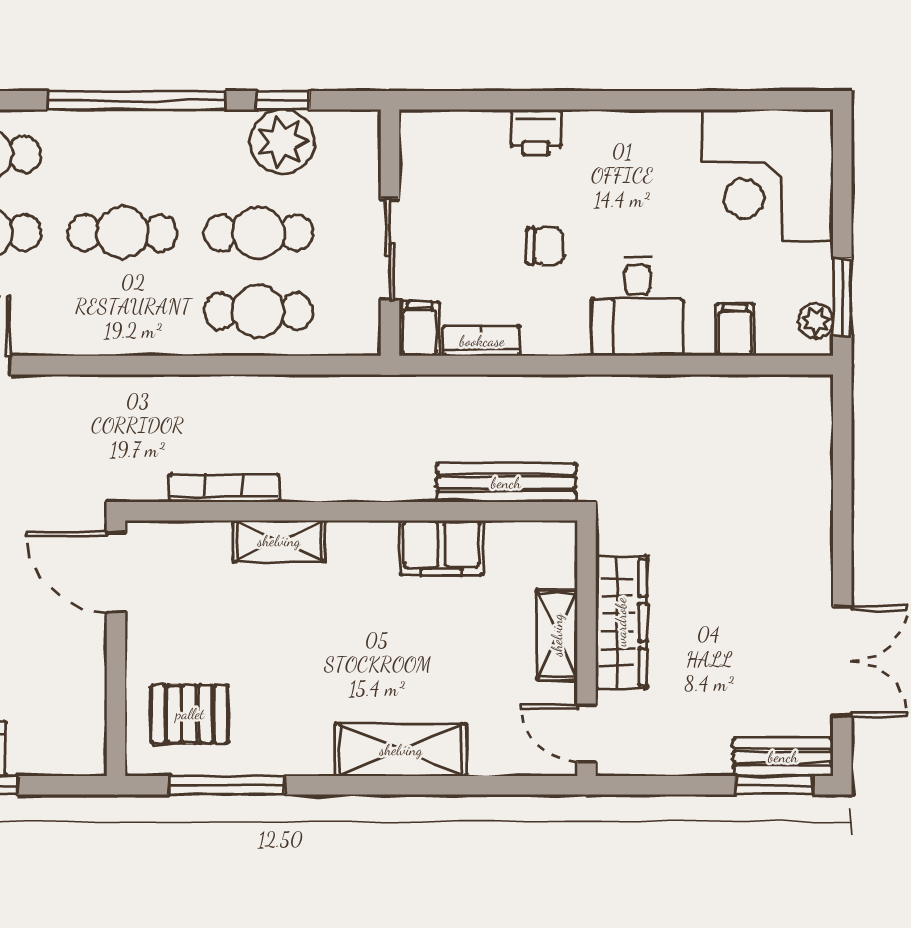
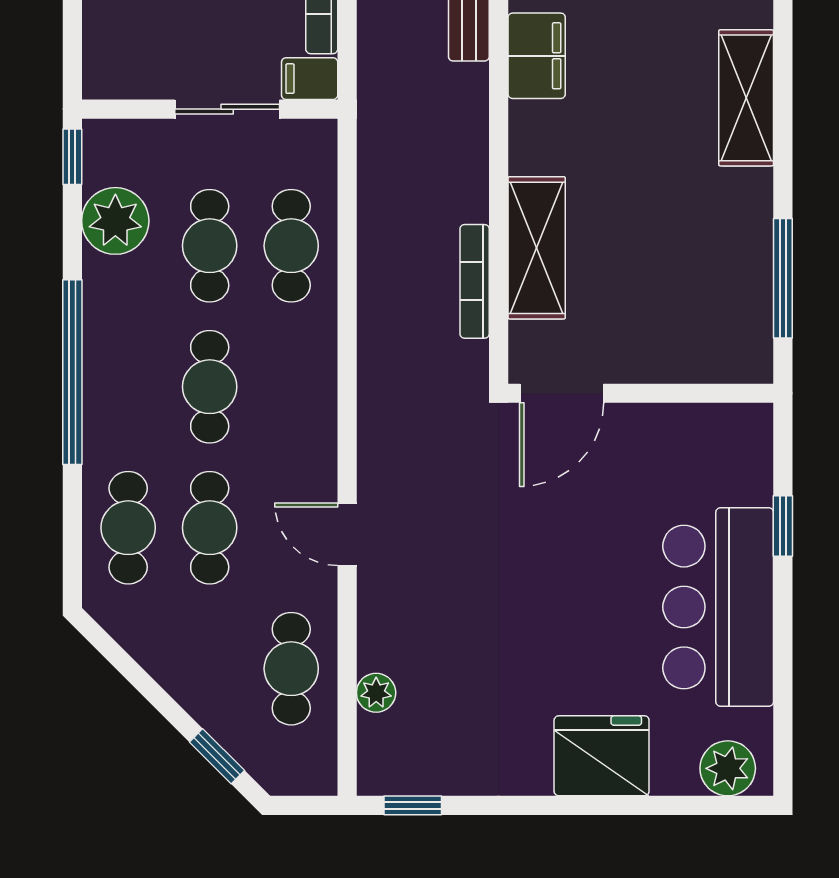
window: (283, 100) -> (72, 157), moved
shelving: (279, 541) -> (537, 248), width x1.50, depth x1.33
pallet: (190, 714) -> (709, 317), removed

